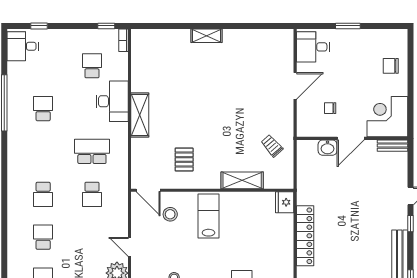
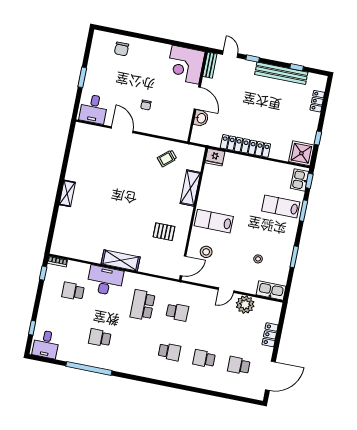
corner desk: (387, 117) -> (186, 65), moved
door: (351, 138) -> (197, 98), moved
wall: (352, 138) -> (197, 97), moved
bench: (392, 146) -> (210, 65), moved
washbasin: (328, 148) -> (201, 118), moved

